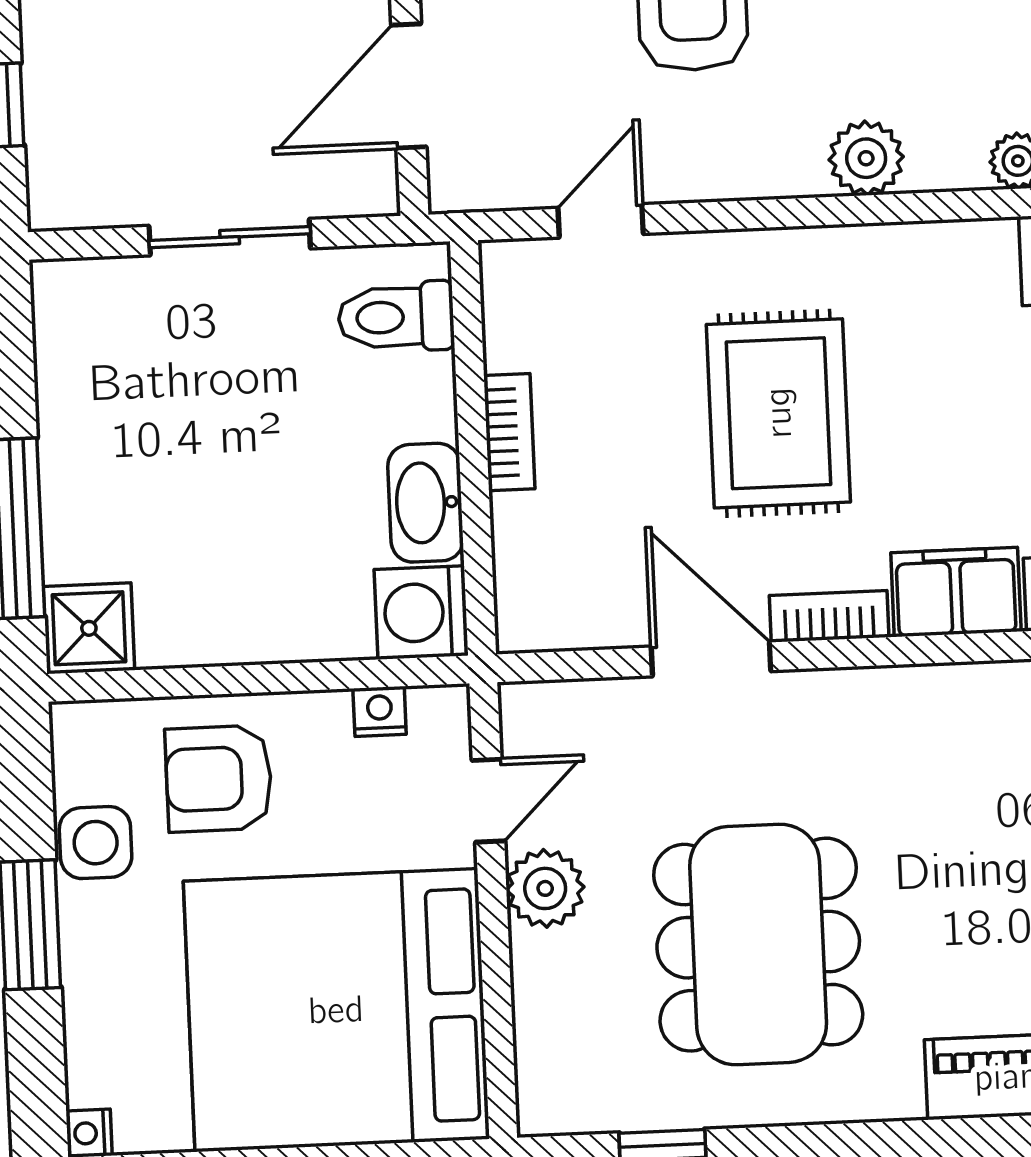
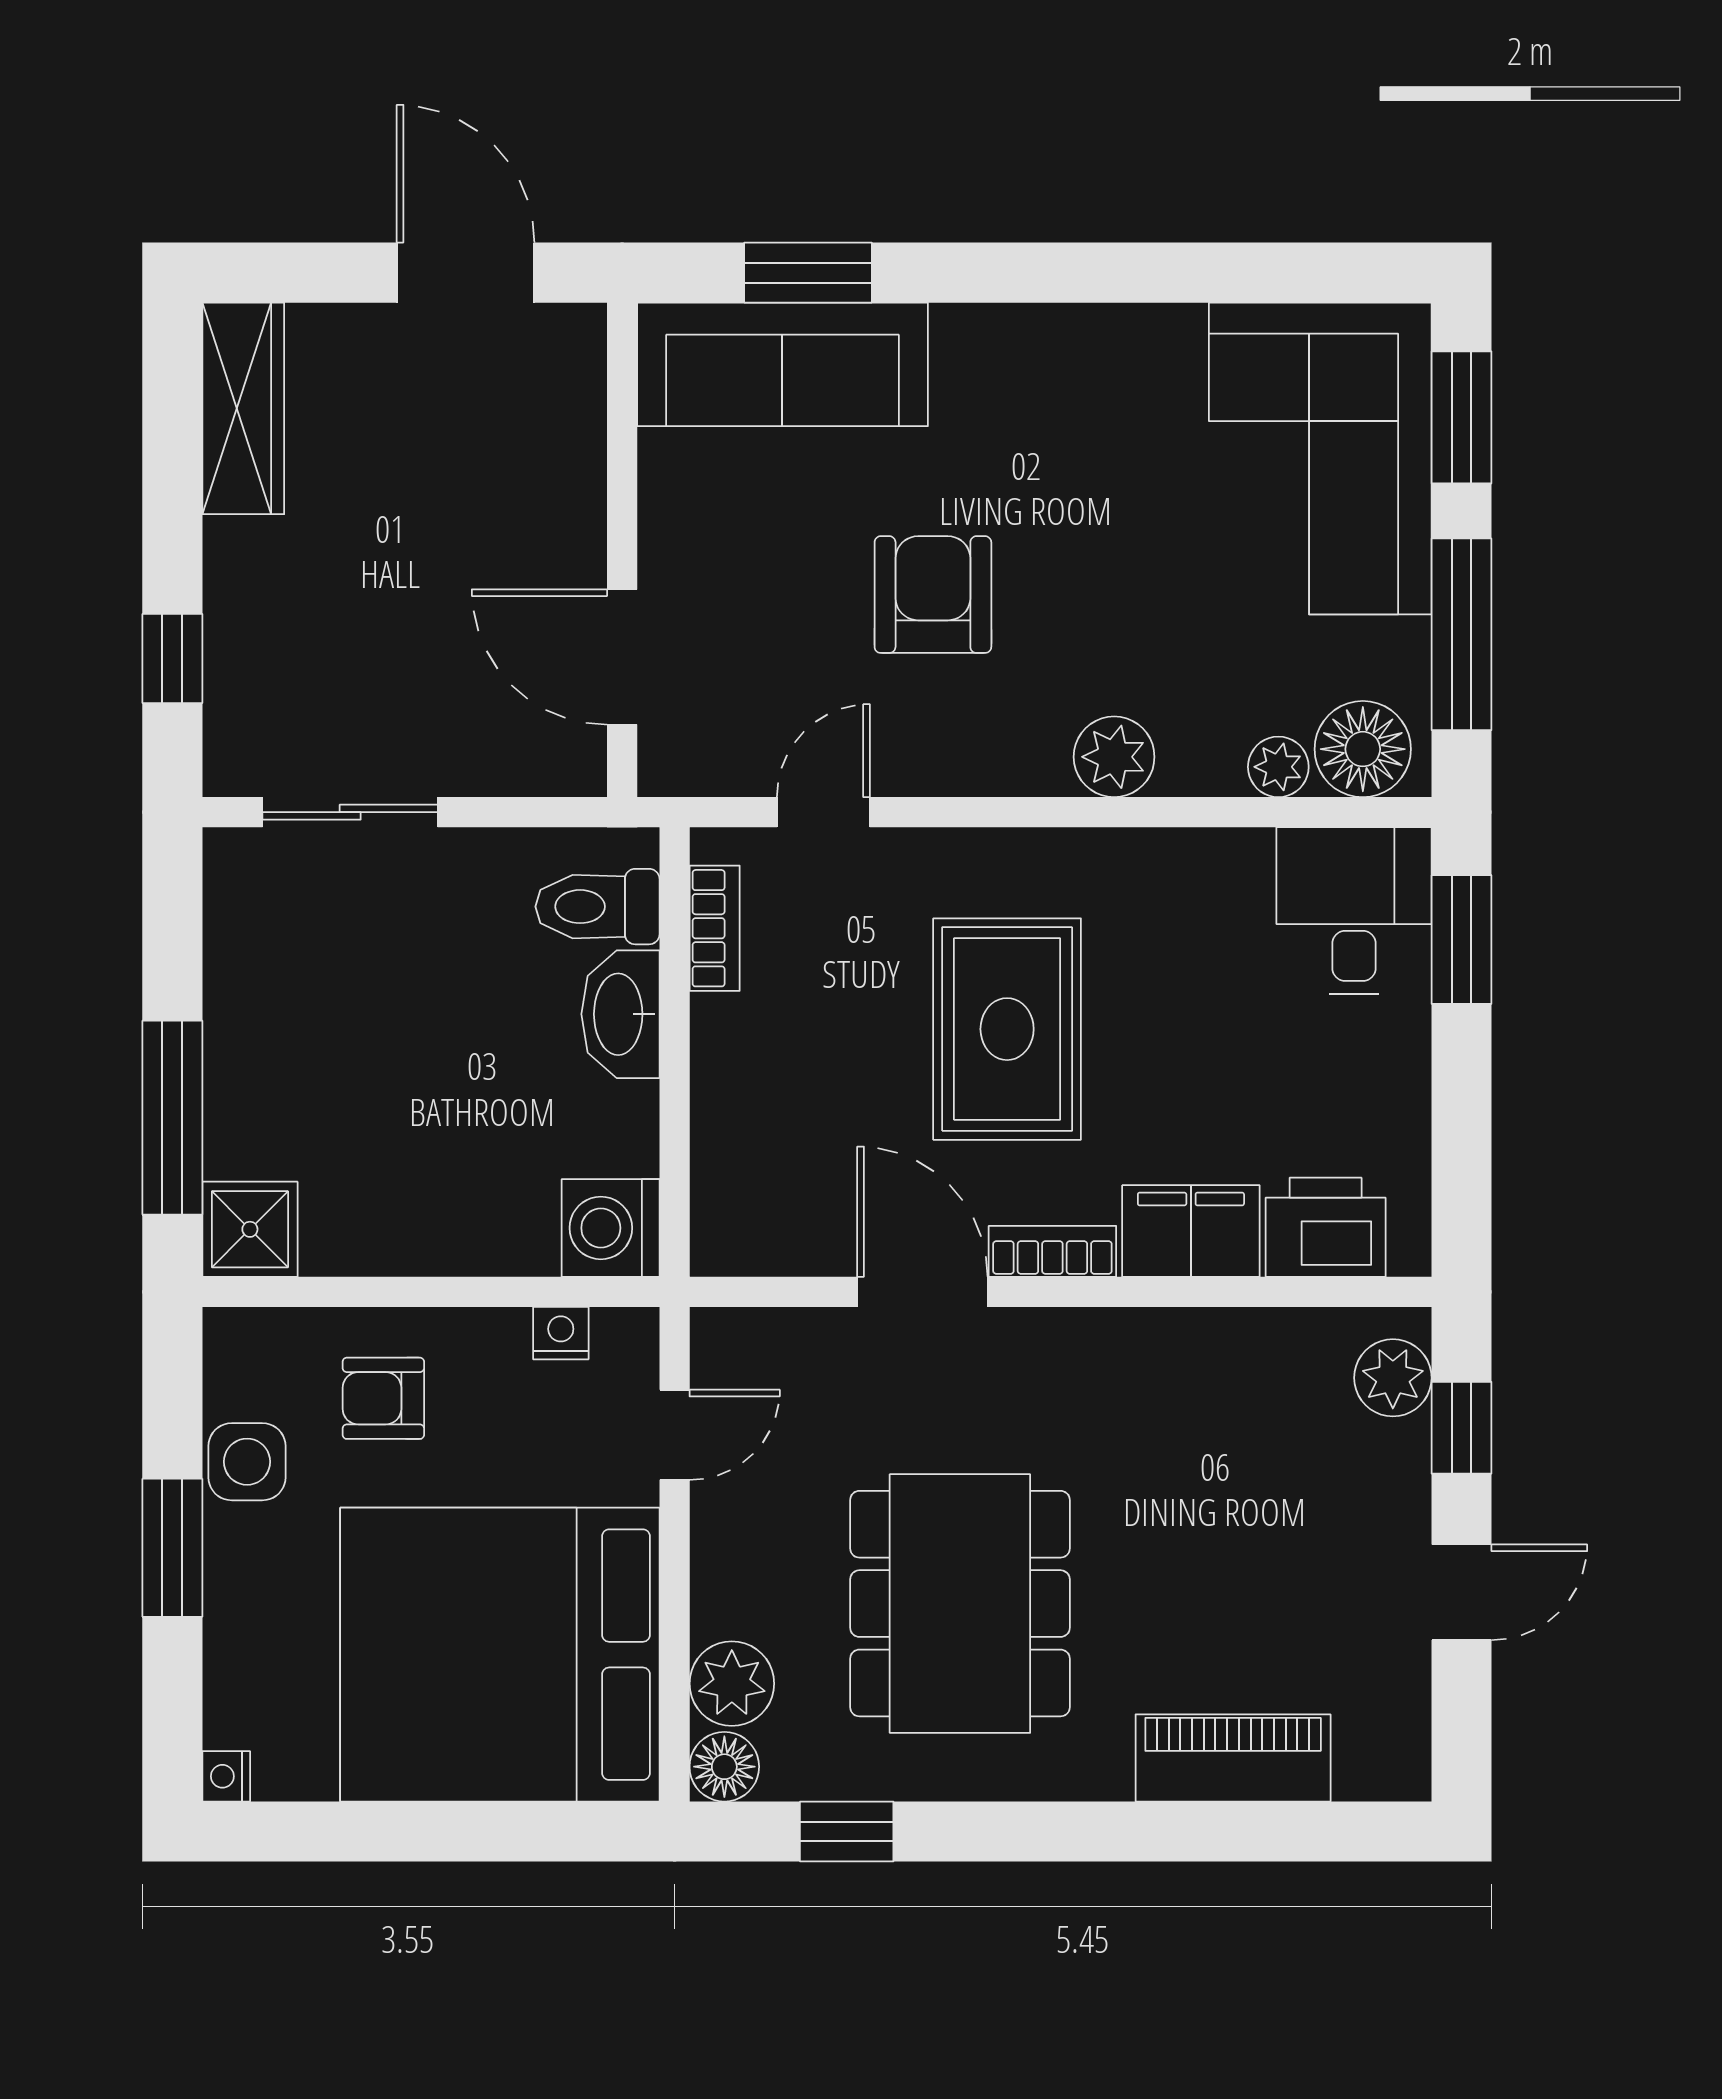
door: (409, 86) -> (622, 657), hinge flipped
sliding door: (230, 237) -> (350, 812), moved
bookcase: (509, 432) -> (715, 928), moved
washbasin: (426, 503) -> (621, 1014), moved
armchair: (219, 779) -> (383, 1398), width x0.72, depth x0.72
plant: (545, 888) -> (732, 1684), moved
floor lamp: (548, 1104) -> (724, 1767), added

